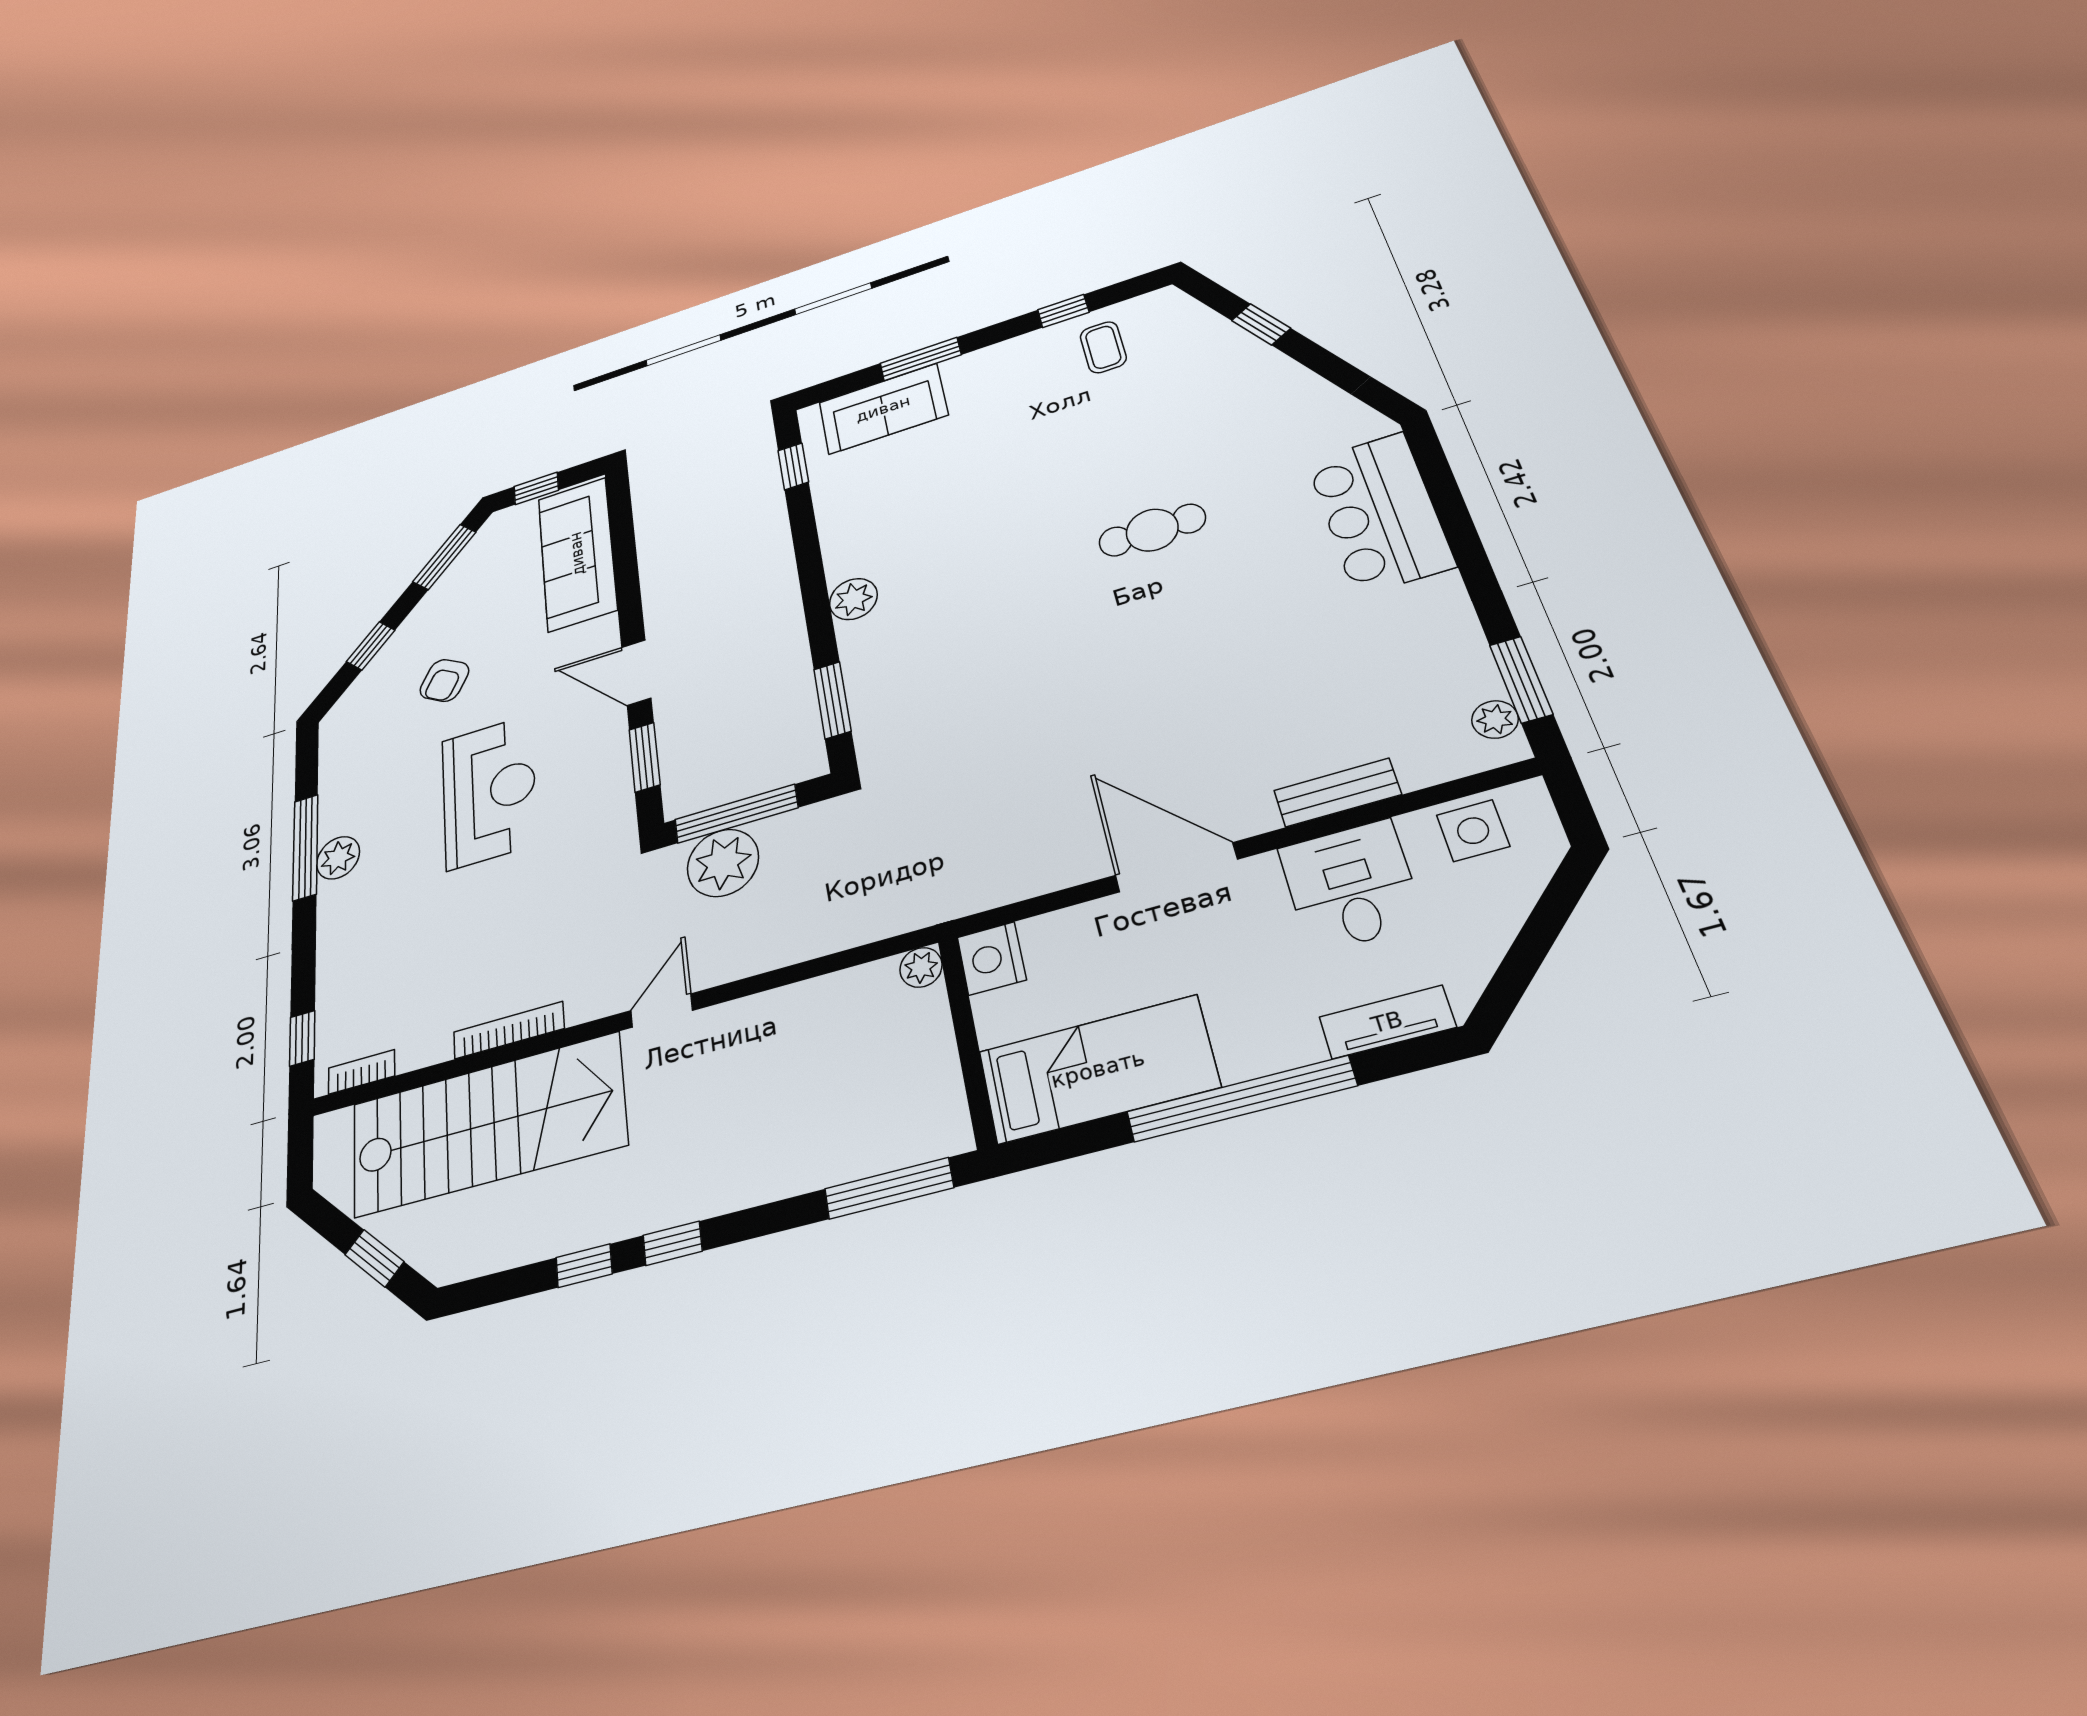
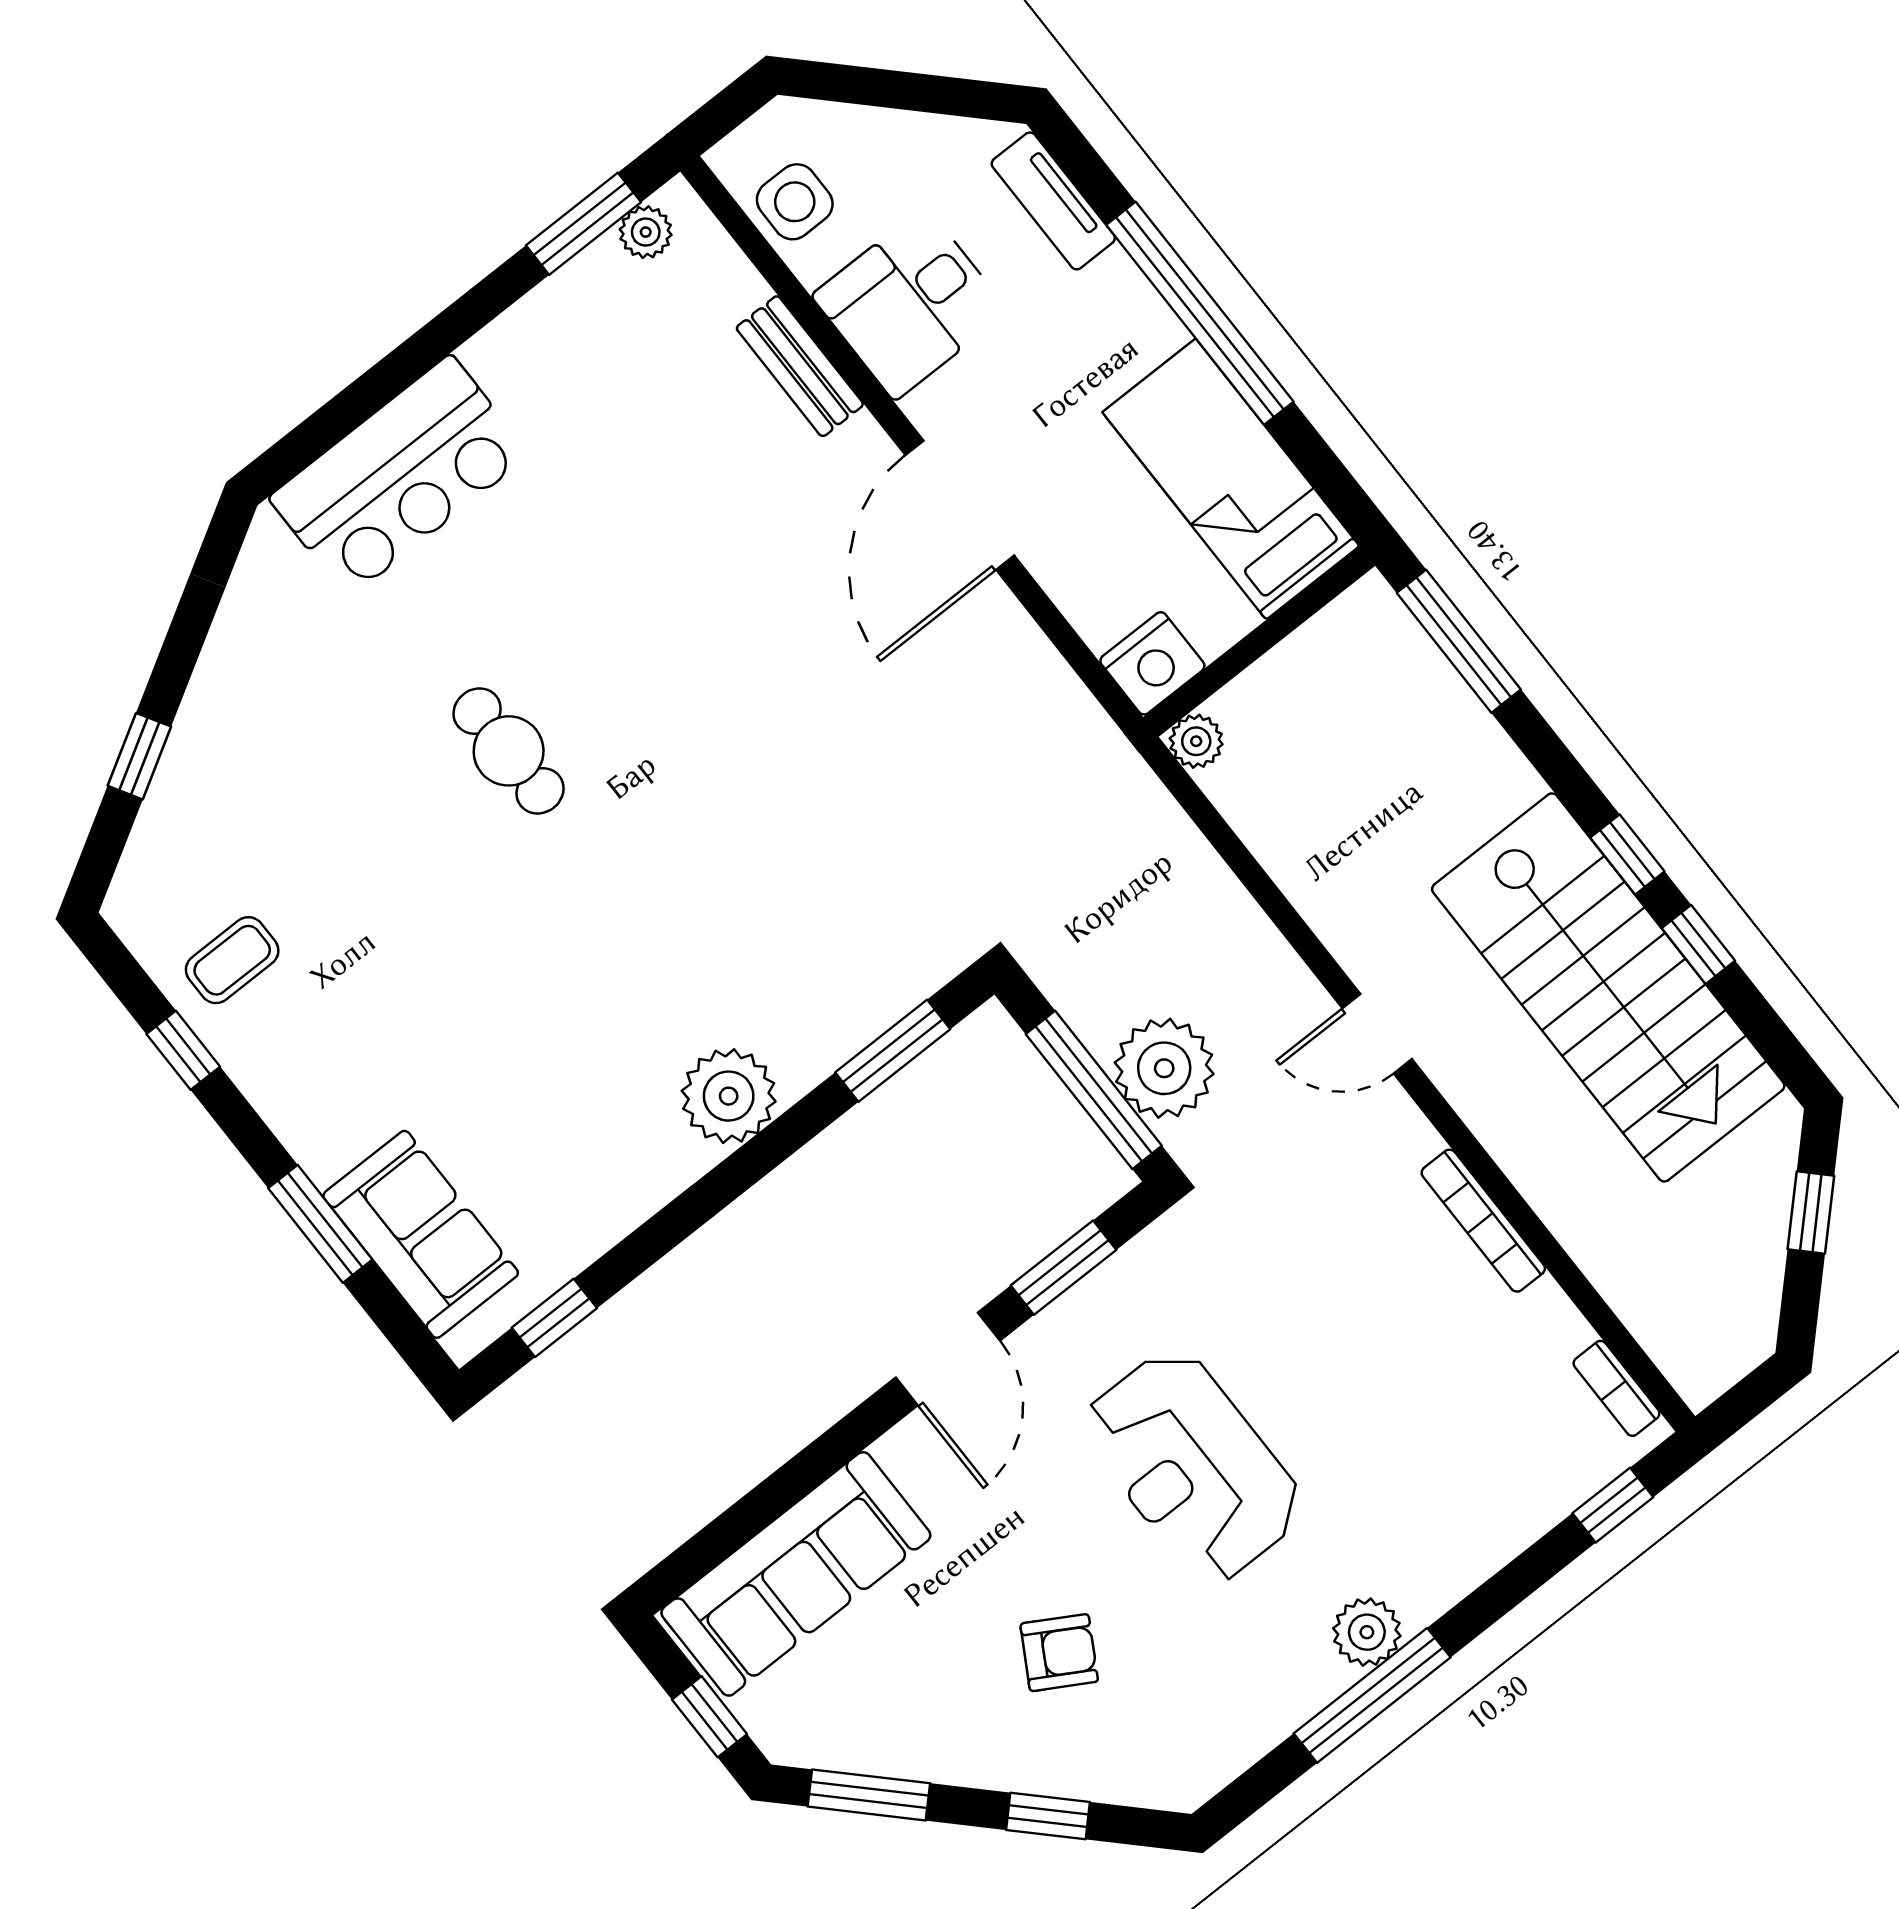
plant: (853, 599) -> (729, 1096), width x1.36, depth x1.36
reception desk: (489, 792) -> (1193, 1466), turned -90
stairs: (487, 1124) -> (1608, 987), moved, turned 180

